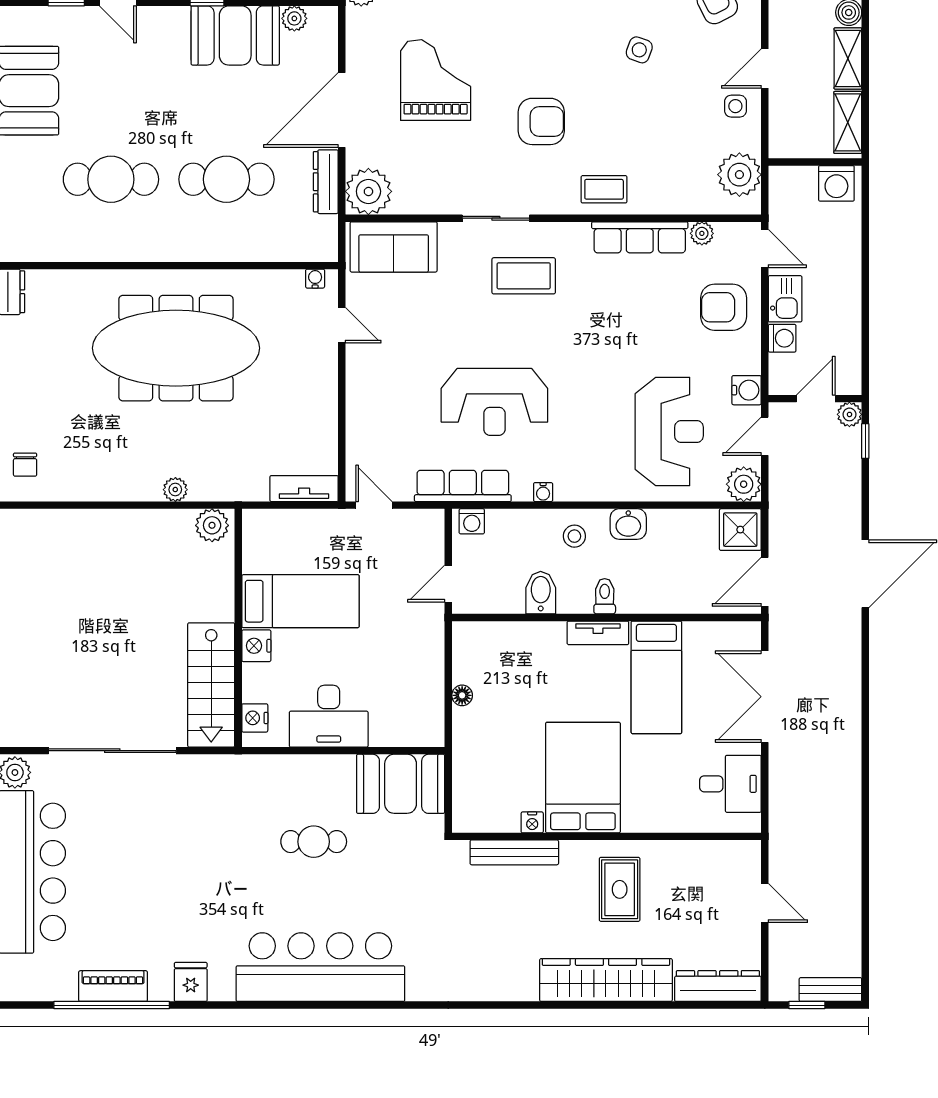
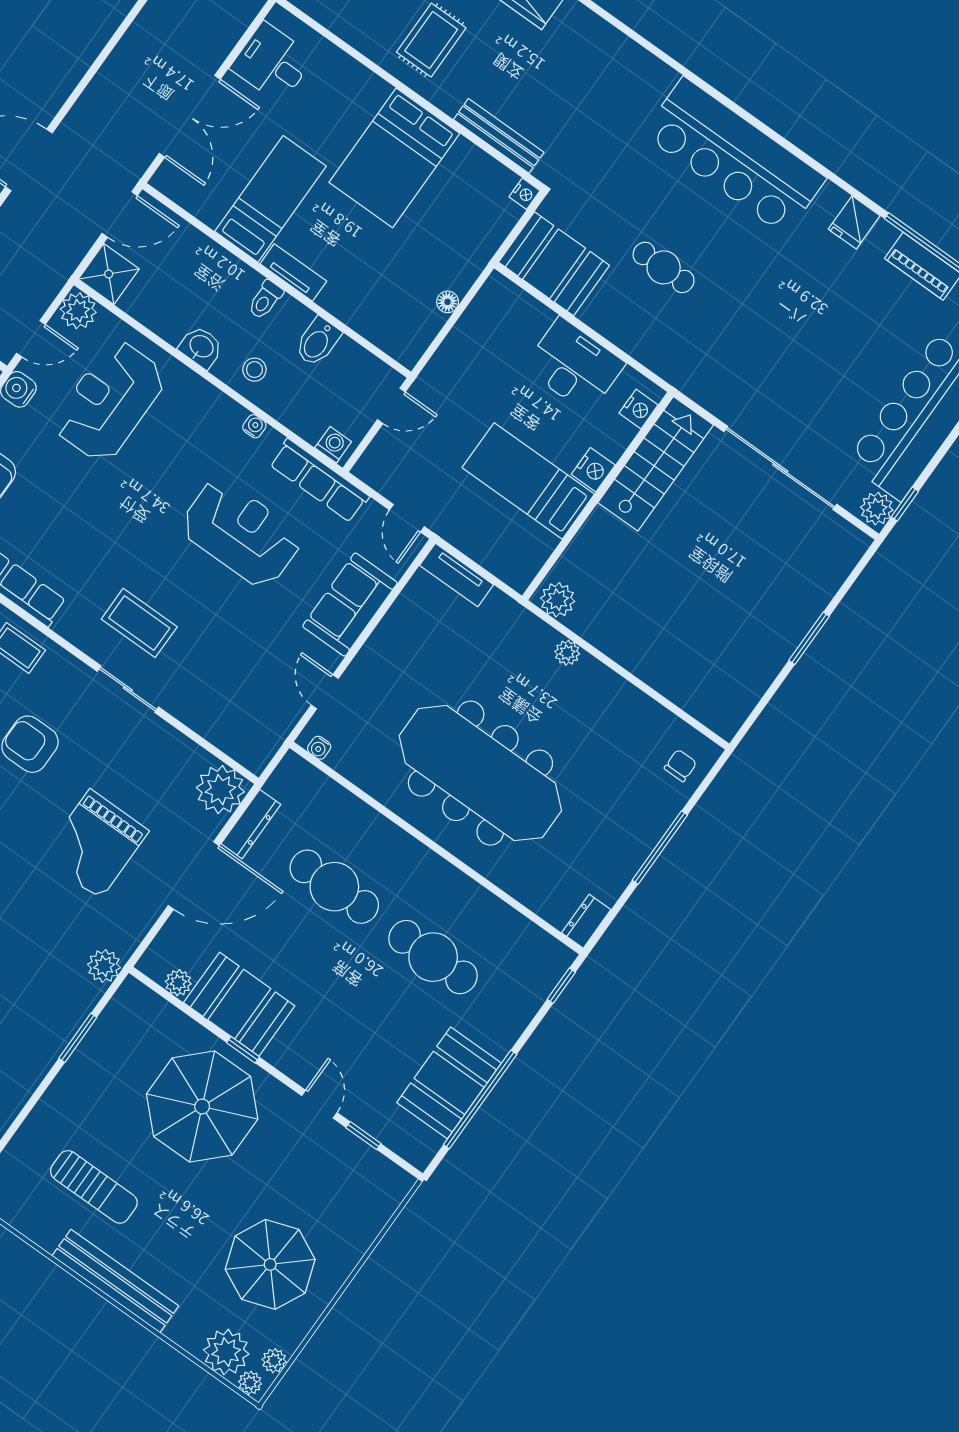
sofa: (394, 247) -> (350, 605), moved, turned -90
nightstand: (532, 822) -> (525, 194), moved, turned 90

